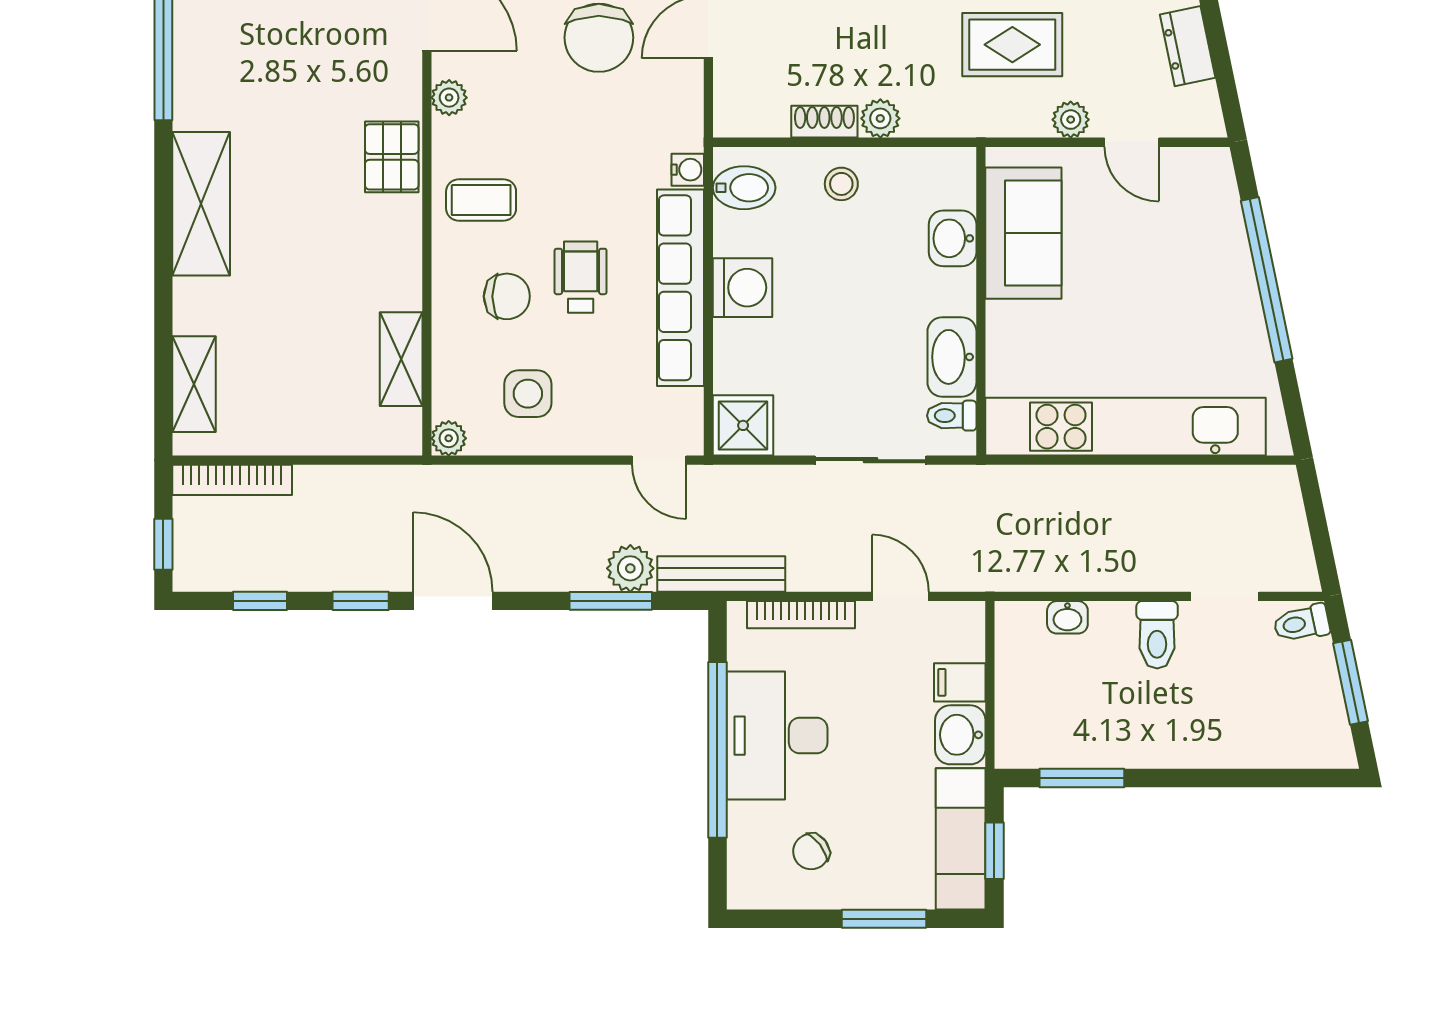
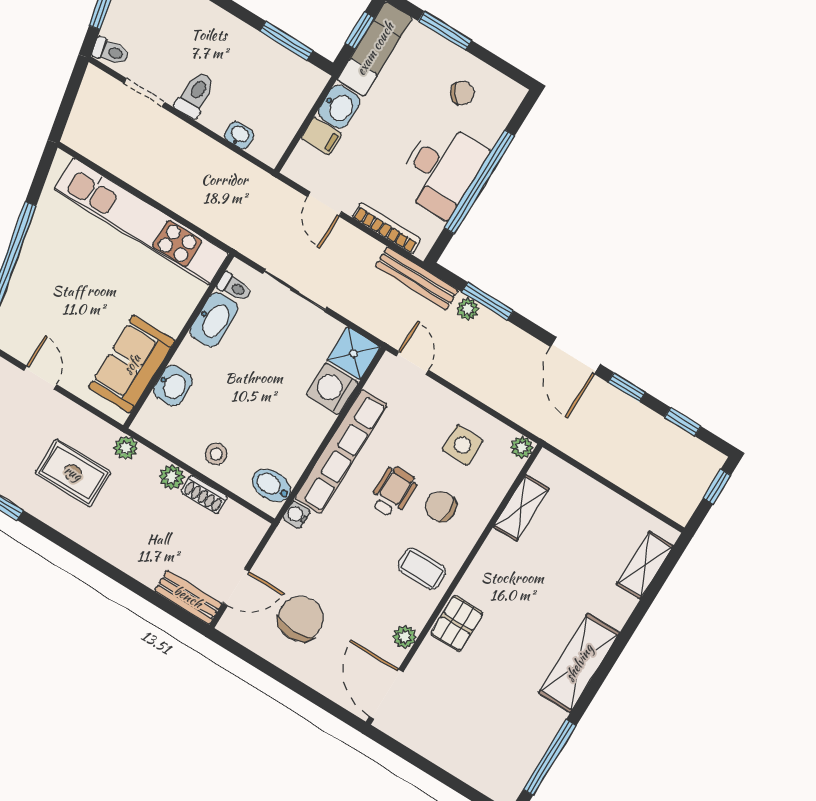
plant: (1071, 120) -> (126, 448), moved
wheelchair: (581, 277) -> (393, 492), turned 180
washing machine: (742, 288) -> (332, 389), moved
bookcase: (232, 480) -> (657, 499), removed
plant: (630, 568) -> (468, 309), width x0.73, depth x0.73

